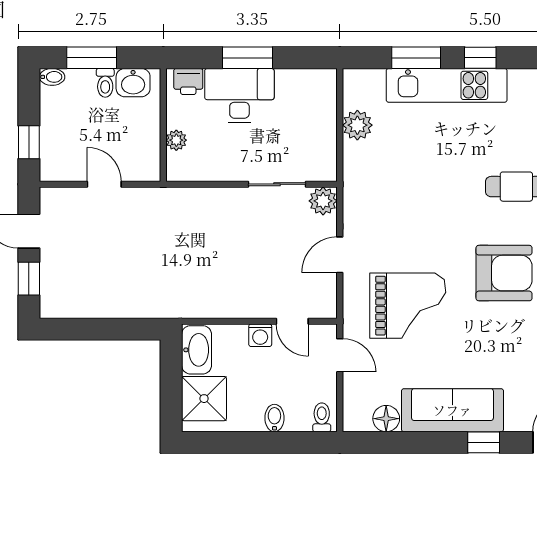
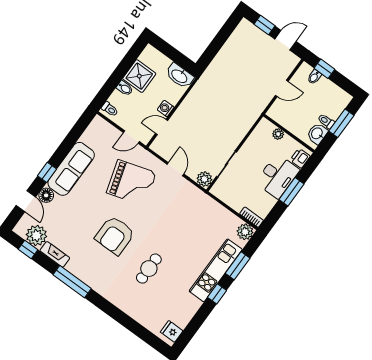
bidet: (52, 77) -> (314, 77), moved
bookcase: (329, 90) -> (252, 217), added
plant: (357, 125) -> (245, 232), moved
grand piano: (408, 306) -> (131, 183), turned -107
shower: (204, 399) -> (139, 76), moved
floor lamp: (386, 419) -> (46, 195), moved

